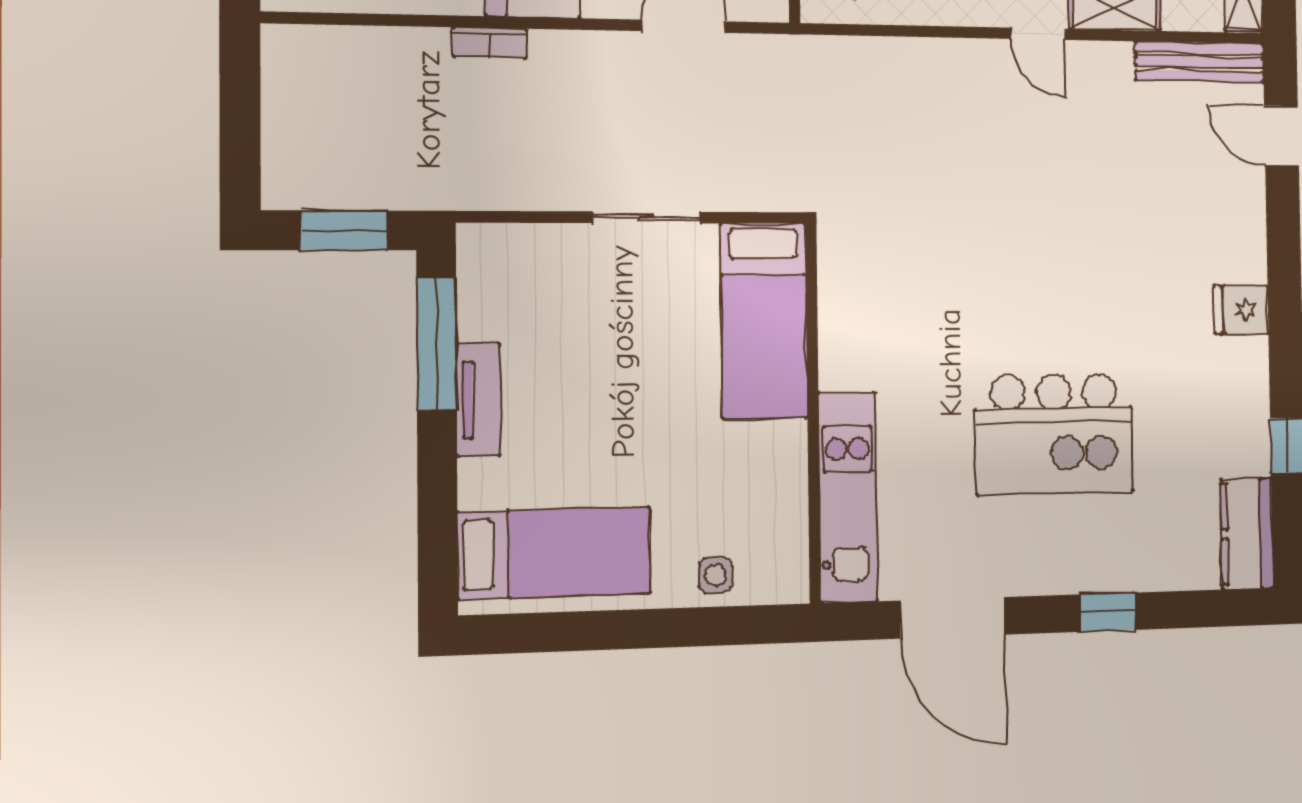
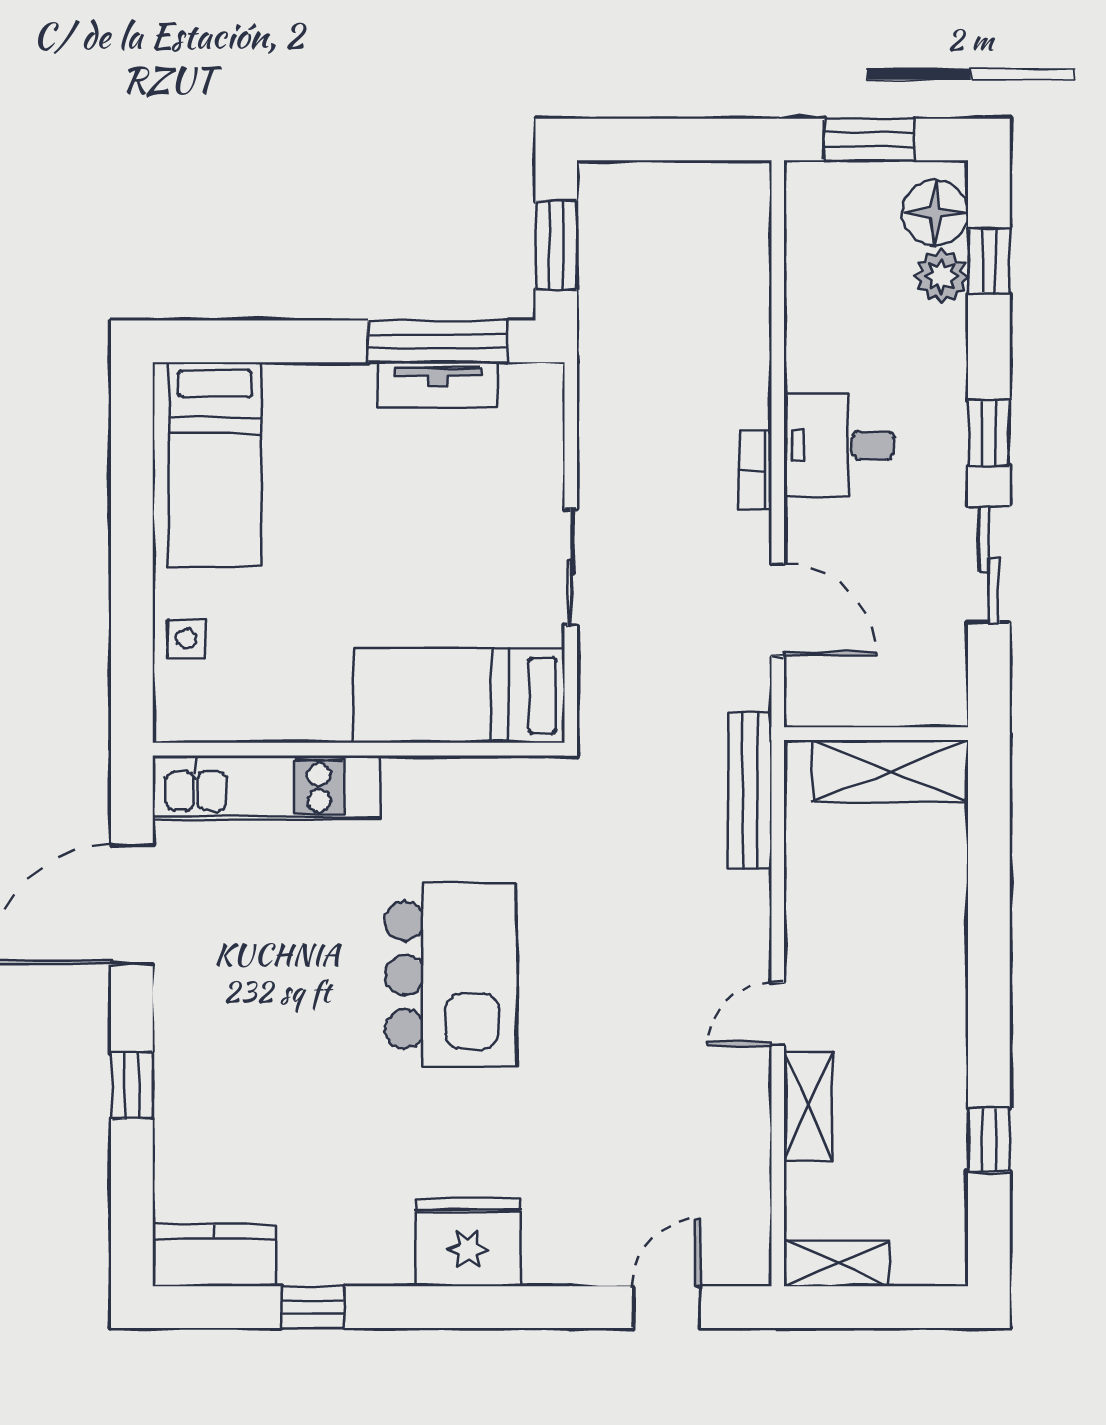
bookcase: (489, 43) -> (756, 470), moved
bench: (1200, 62) -> (750, 790), moved
fridge: (1241, 310) -> (468, 1242), width x1.88, depth x1.34
tv unit: (478, 400) -> (437, 385), moved
kitchen island: (1054, 434) -> (451, 975), moved, turned 180

